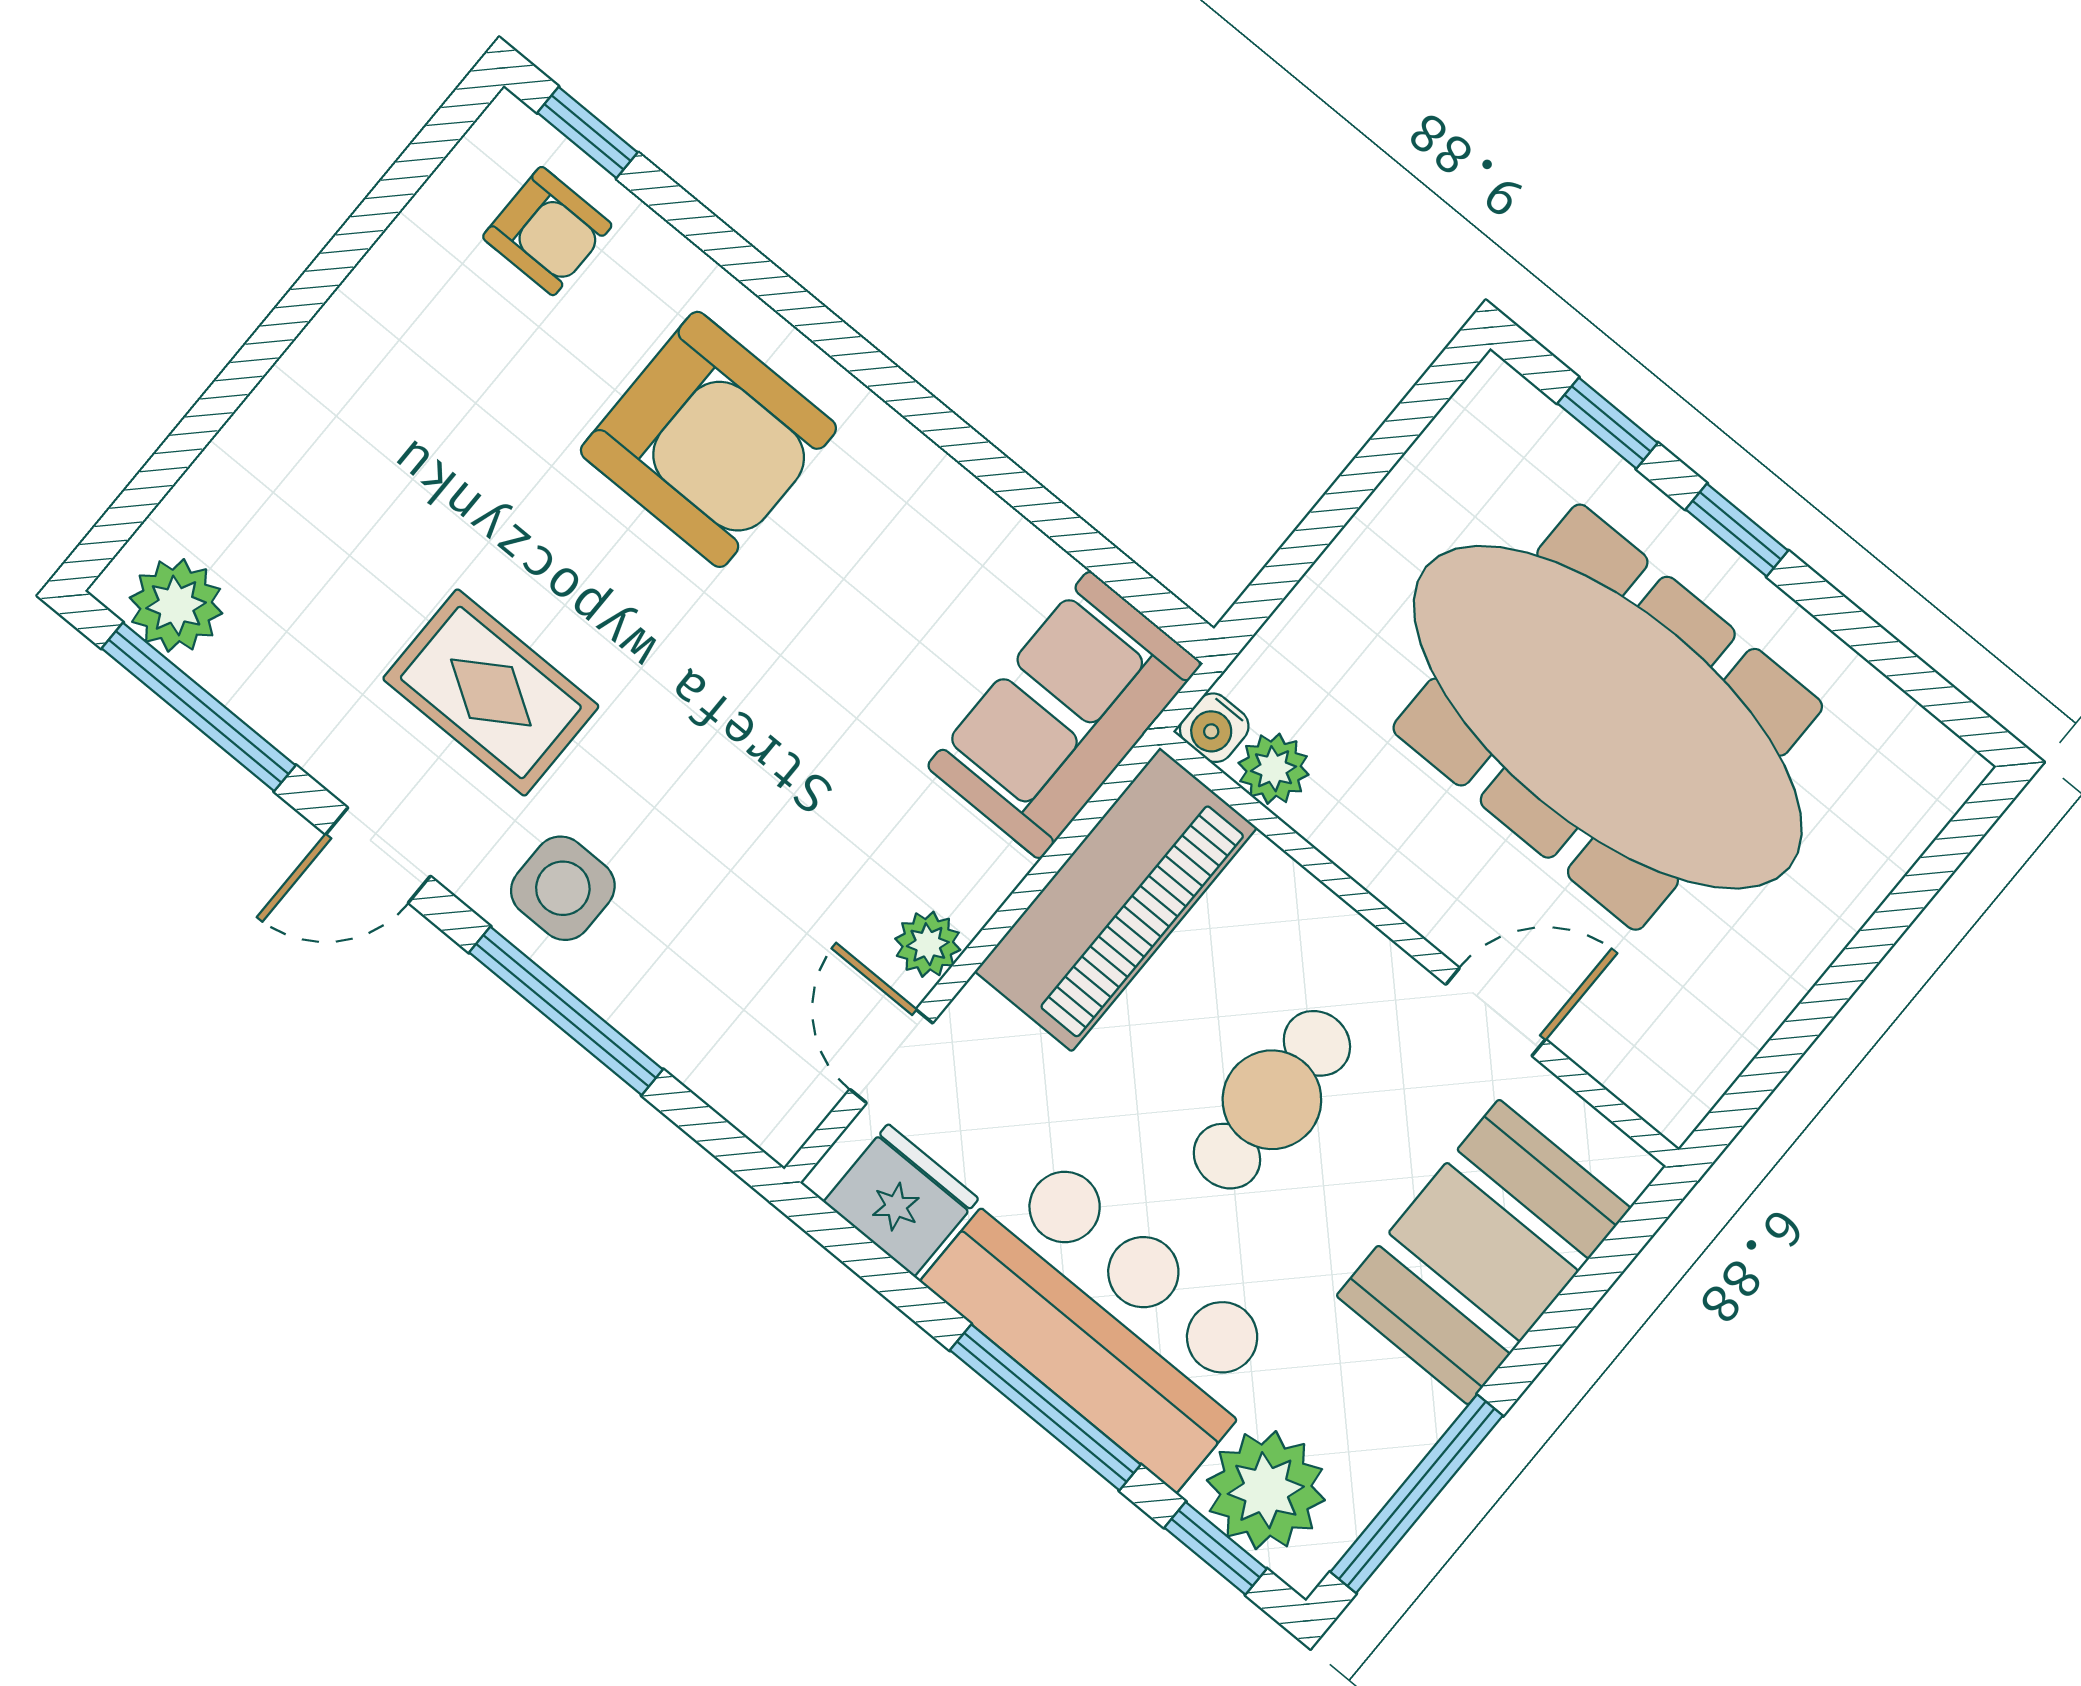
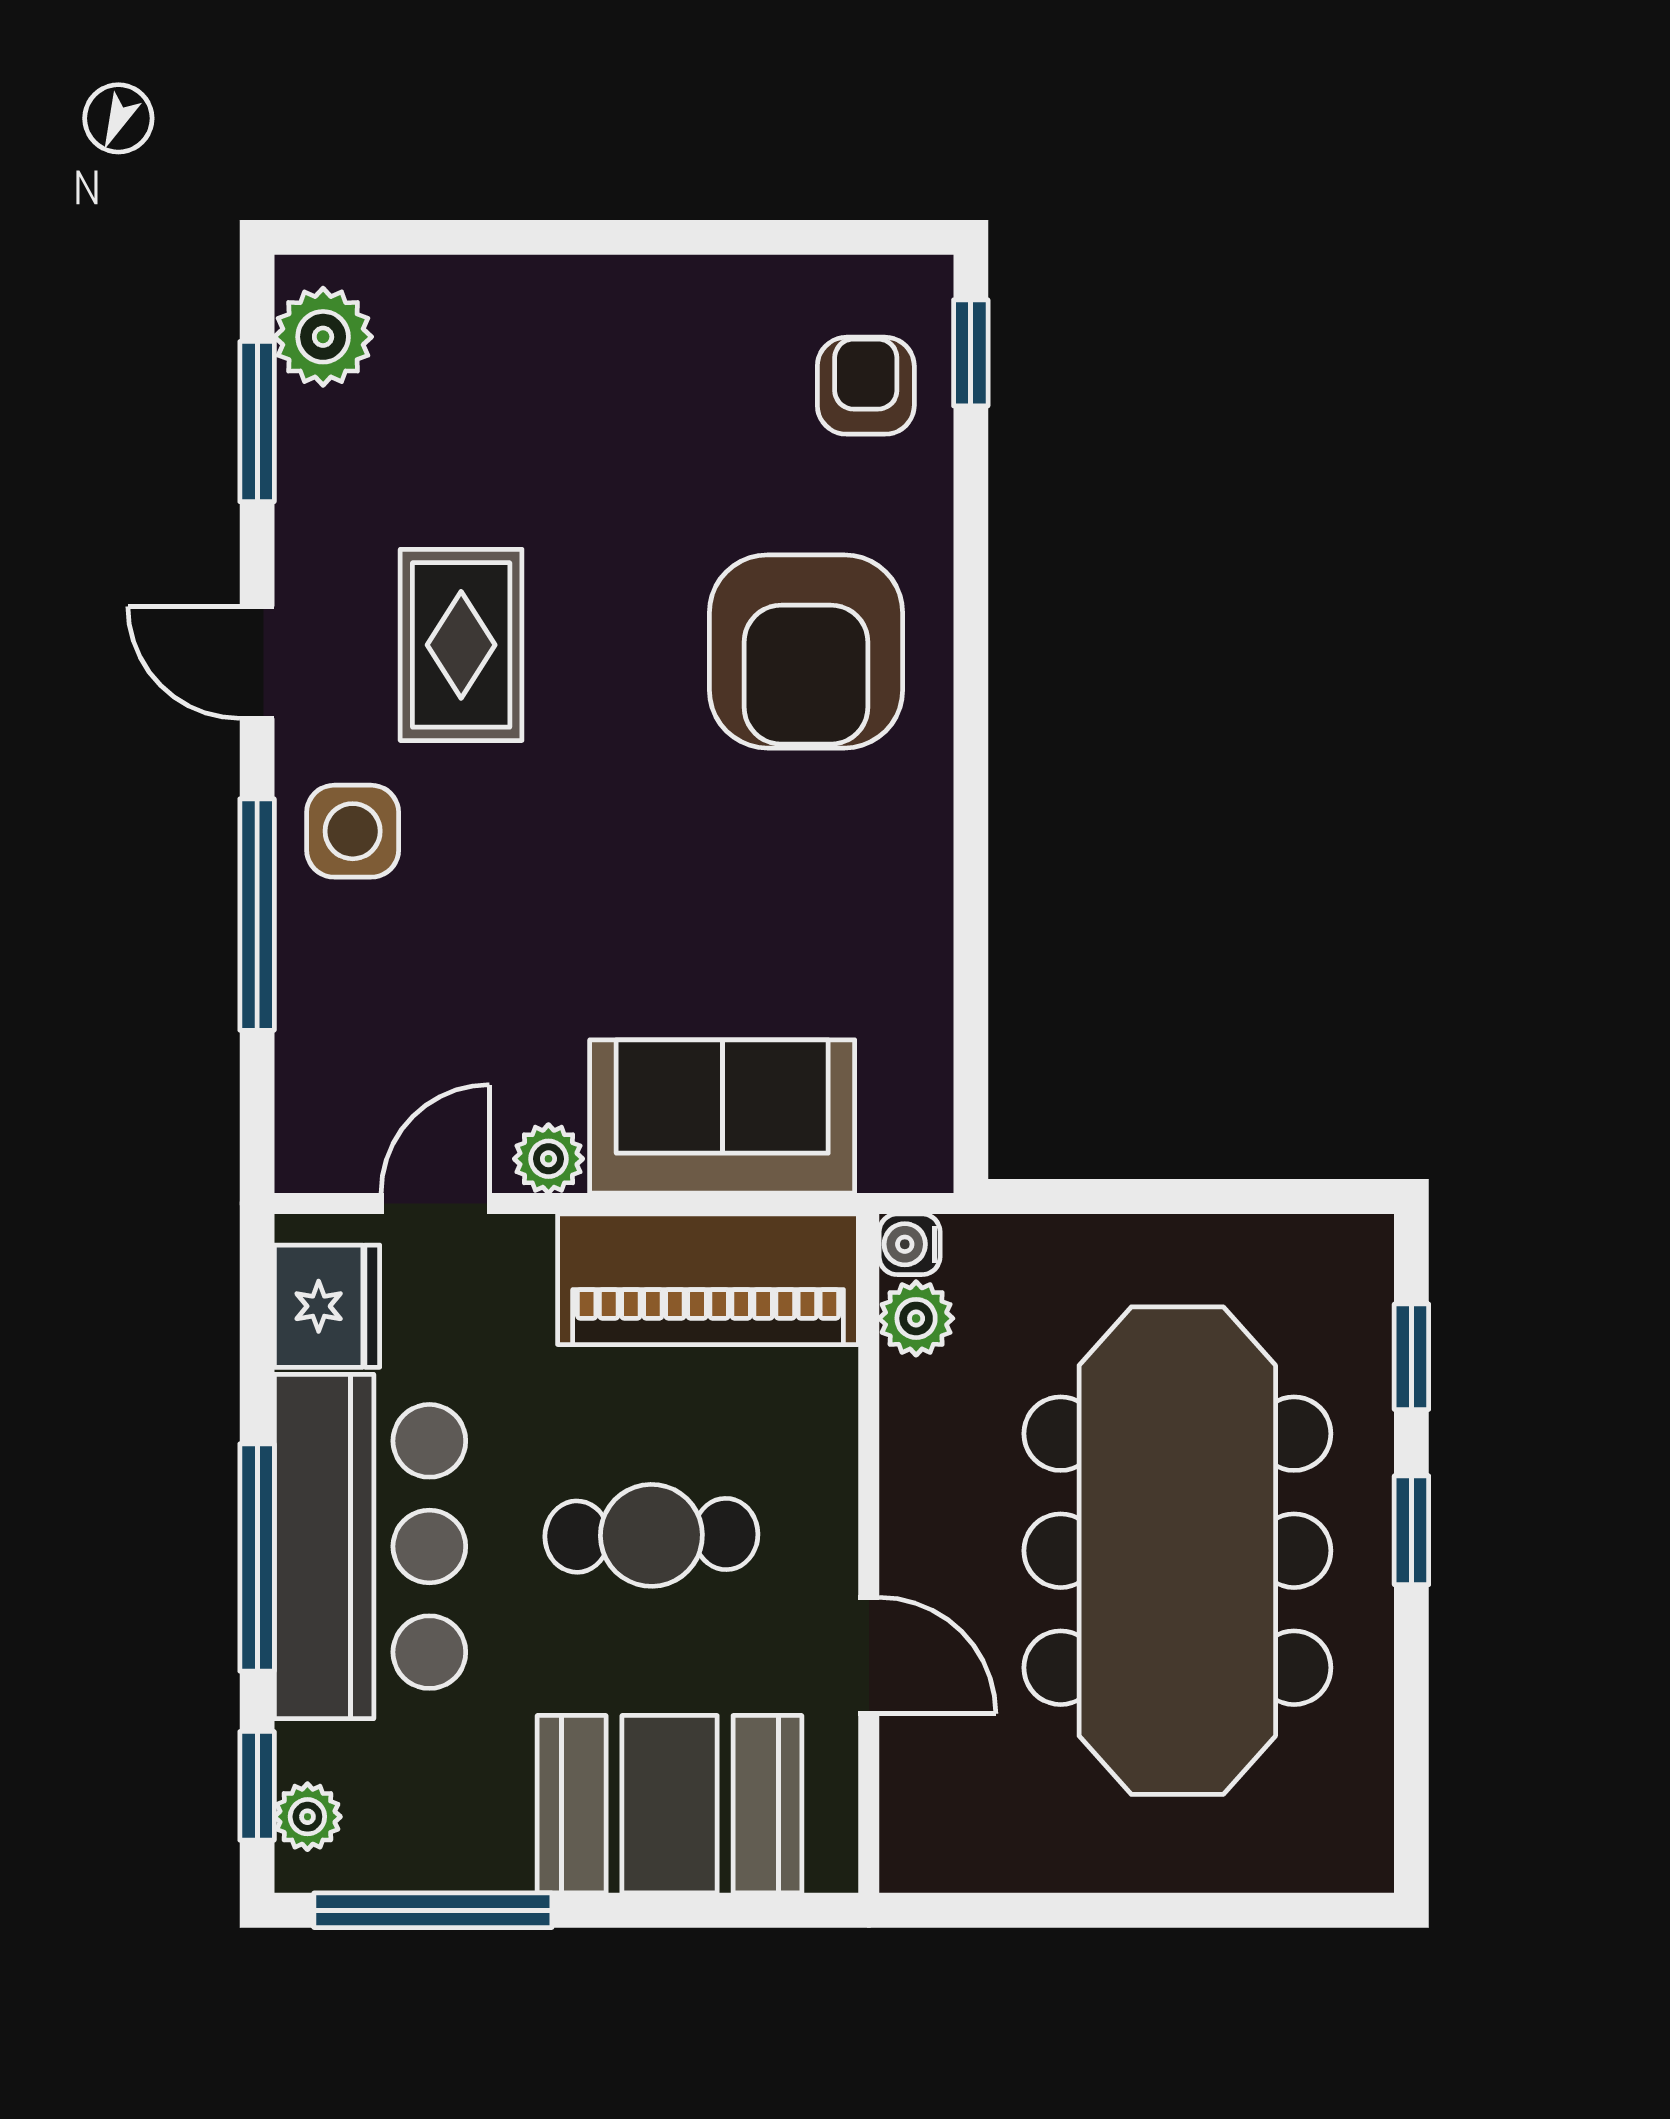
armchair: (547, 231) -> (866, 386), turned 180
window: (199, 707) -> (257, 422), width x0.69
sofa: (1064, 715) -> (722, 1116), moved
plant: (1266, 1490) -> (307, 1817), width x0.53, depth x0.53

